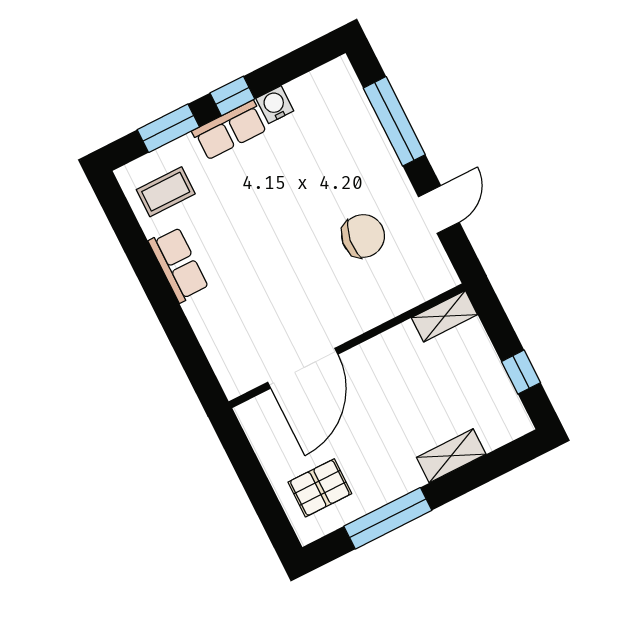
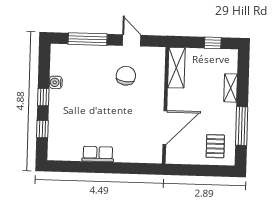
window: (168, 128) -> (42, 129), width x0.67
row of seats: (230, 130) -> (56, 105), removed
coffee table: (166, 192) -> (67, 144), removed
shelving: (444, 316) -> (176, 68), width x1.50, depth x1.33
door: (303, 368) -> (165, 127), hinge flipped

